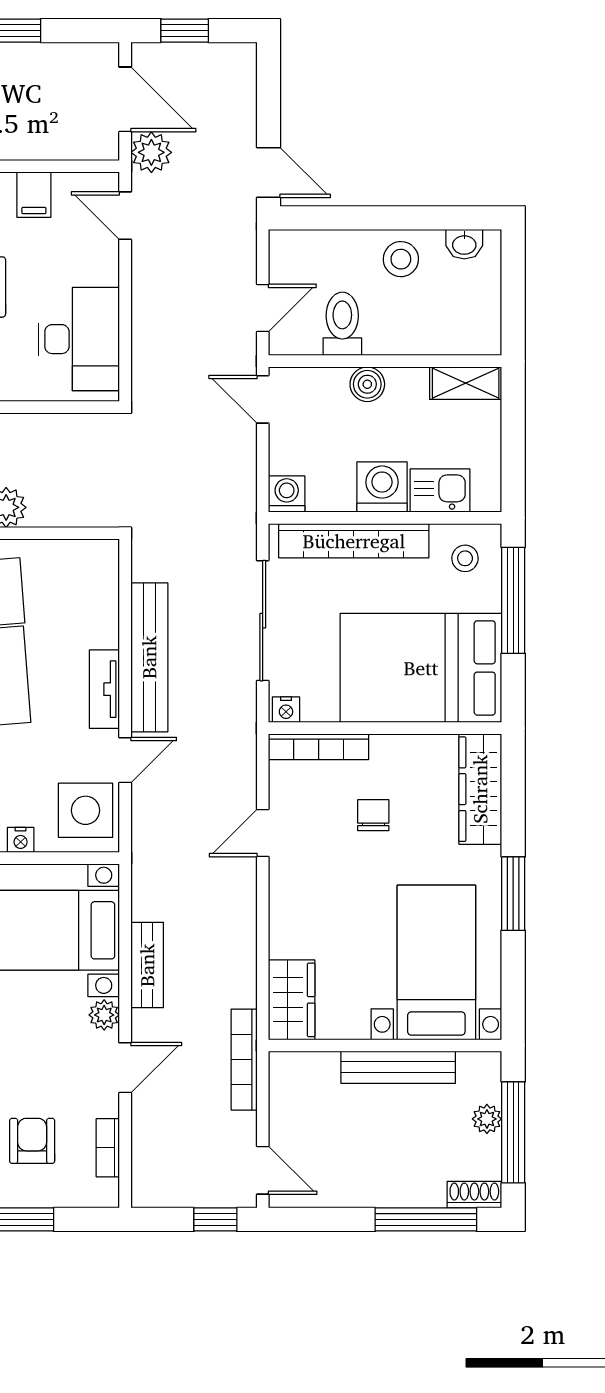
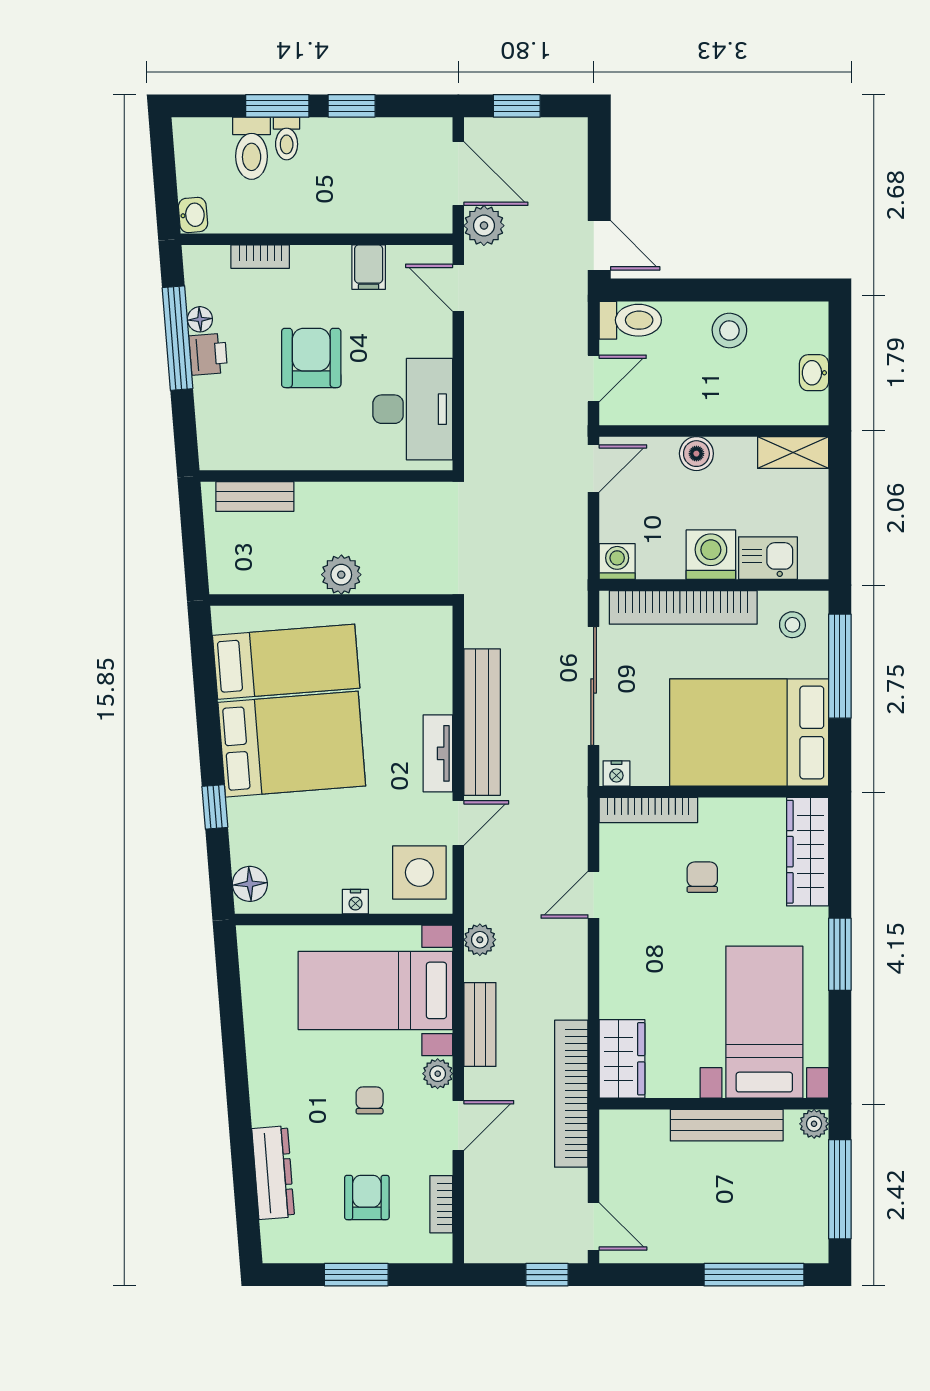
washbasin: (464, 244) -> (814, 373), moved, turned 90
toilet: (342, 324) -> (630, 320), moved, turned 90
door: (263, 399) -> (594, 468), swing flipped
plant: (147, 879) -> (480, 940), added
chair: (35, 1042) -> (370, 1100), added
bookcase: (244, 1060) -> (571, 1094), width x1.48, depth x1.31
plant: (487, 1119) -> (814, 1124), moved
shoe rack: (474, 1195) -> (802, 1250), removed

